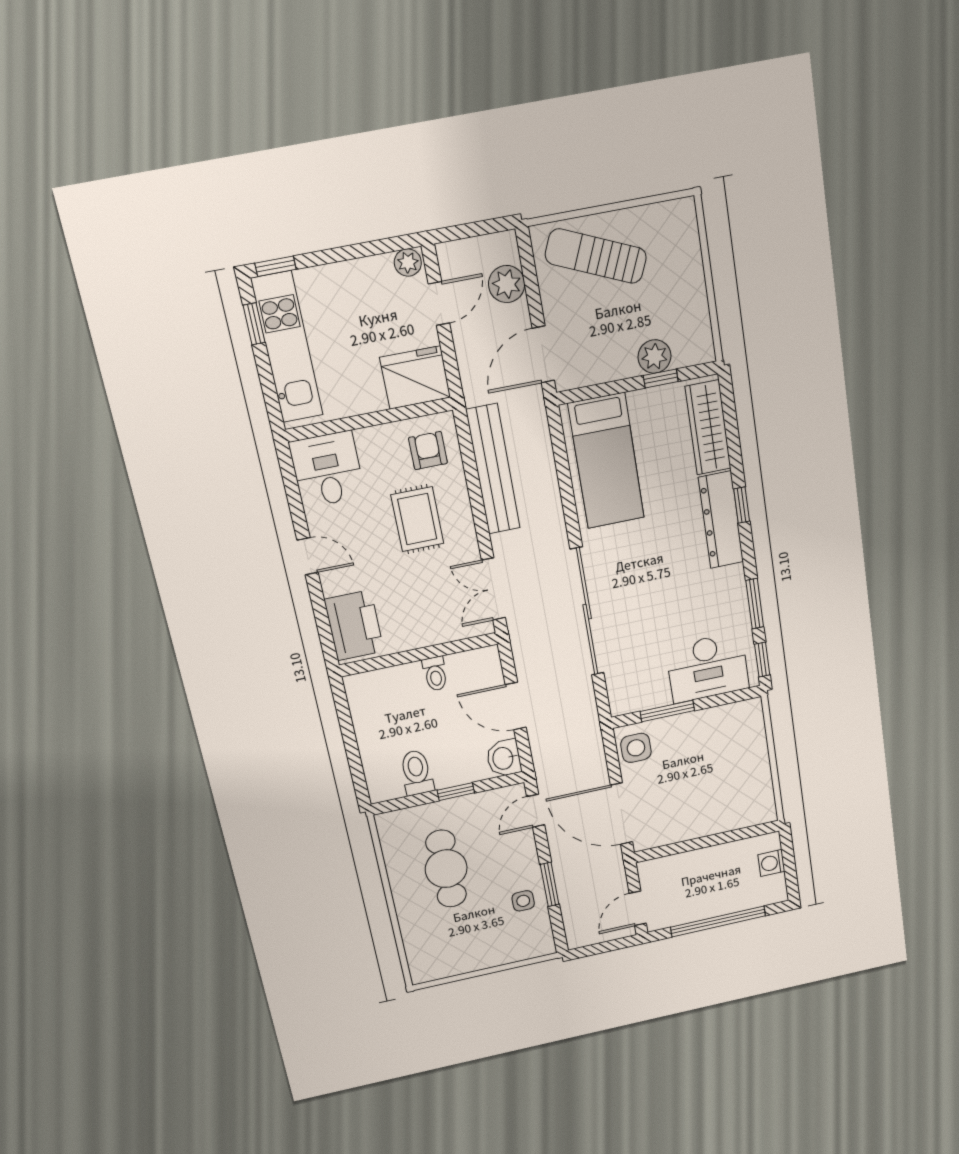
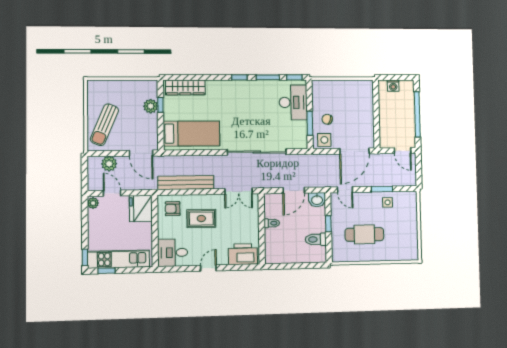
window: (742, 505) -> (239, 77), moved
dresser: (721, 520) -> (227, 87), removed
chair: (681, 745) -> (327, 119), added

